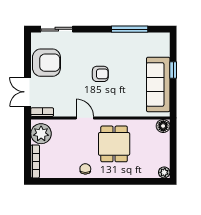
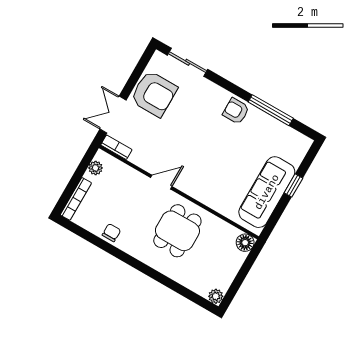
armchair: (100, 74) -> (236, 111), moved, turned 180
door: (85, 118) -> (161, 182), hinge flipped
plant: (41, 134) -> (96, 168), width x0.53, depth x0.53
chair: (85, 169) -> (111, 233), moved

